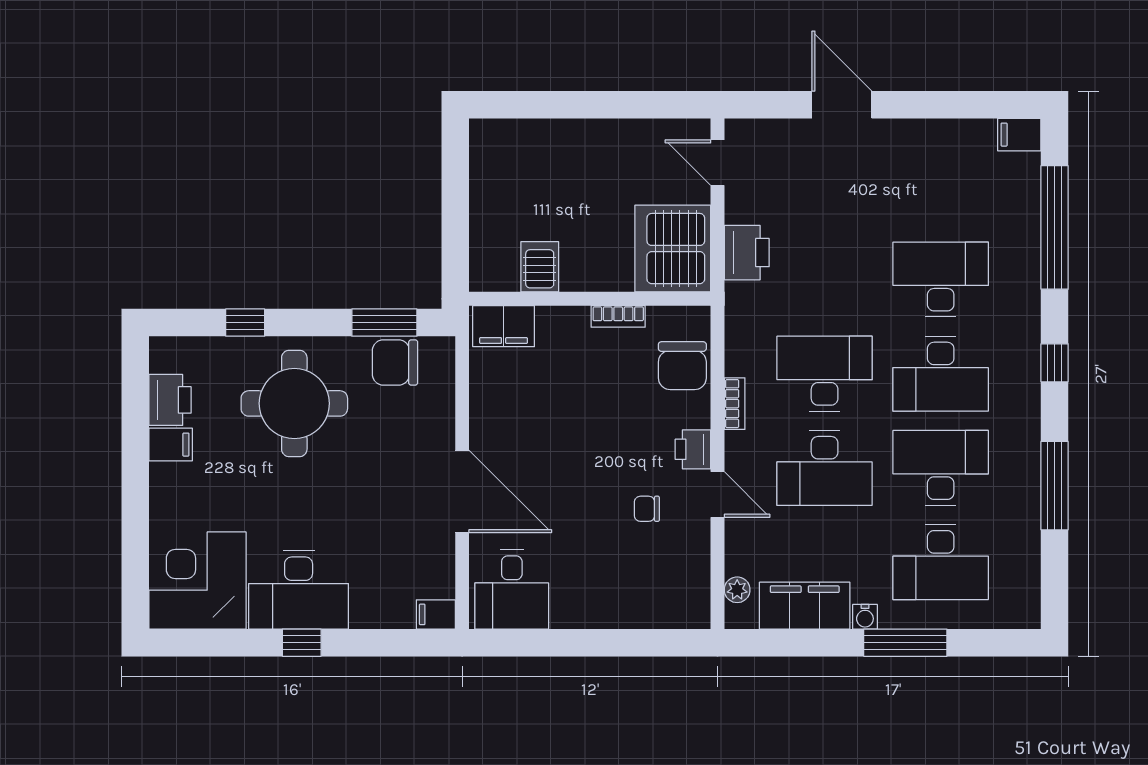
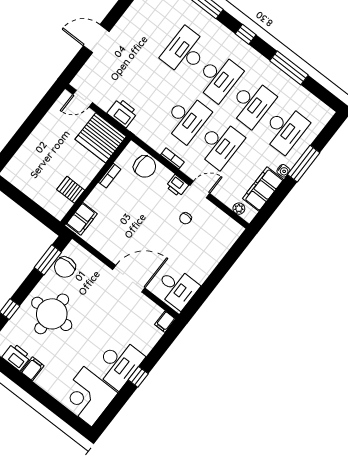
desk: (825, 374) -> (186, 118), turned 180
desk: (941, 468) -> (252, 103), turned 180

